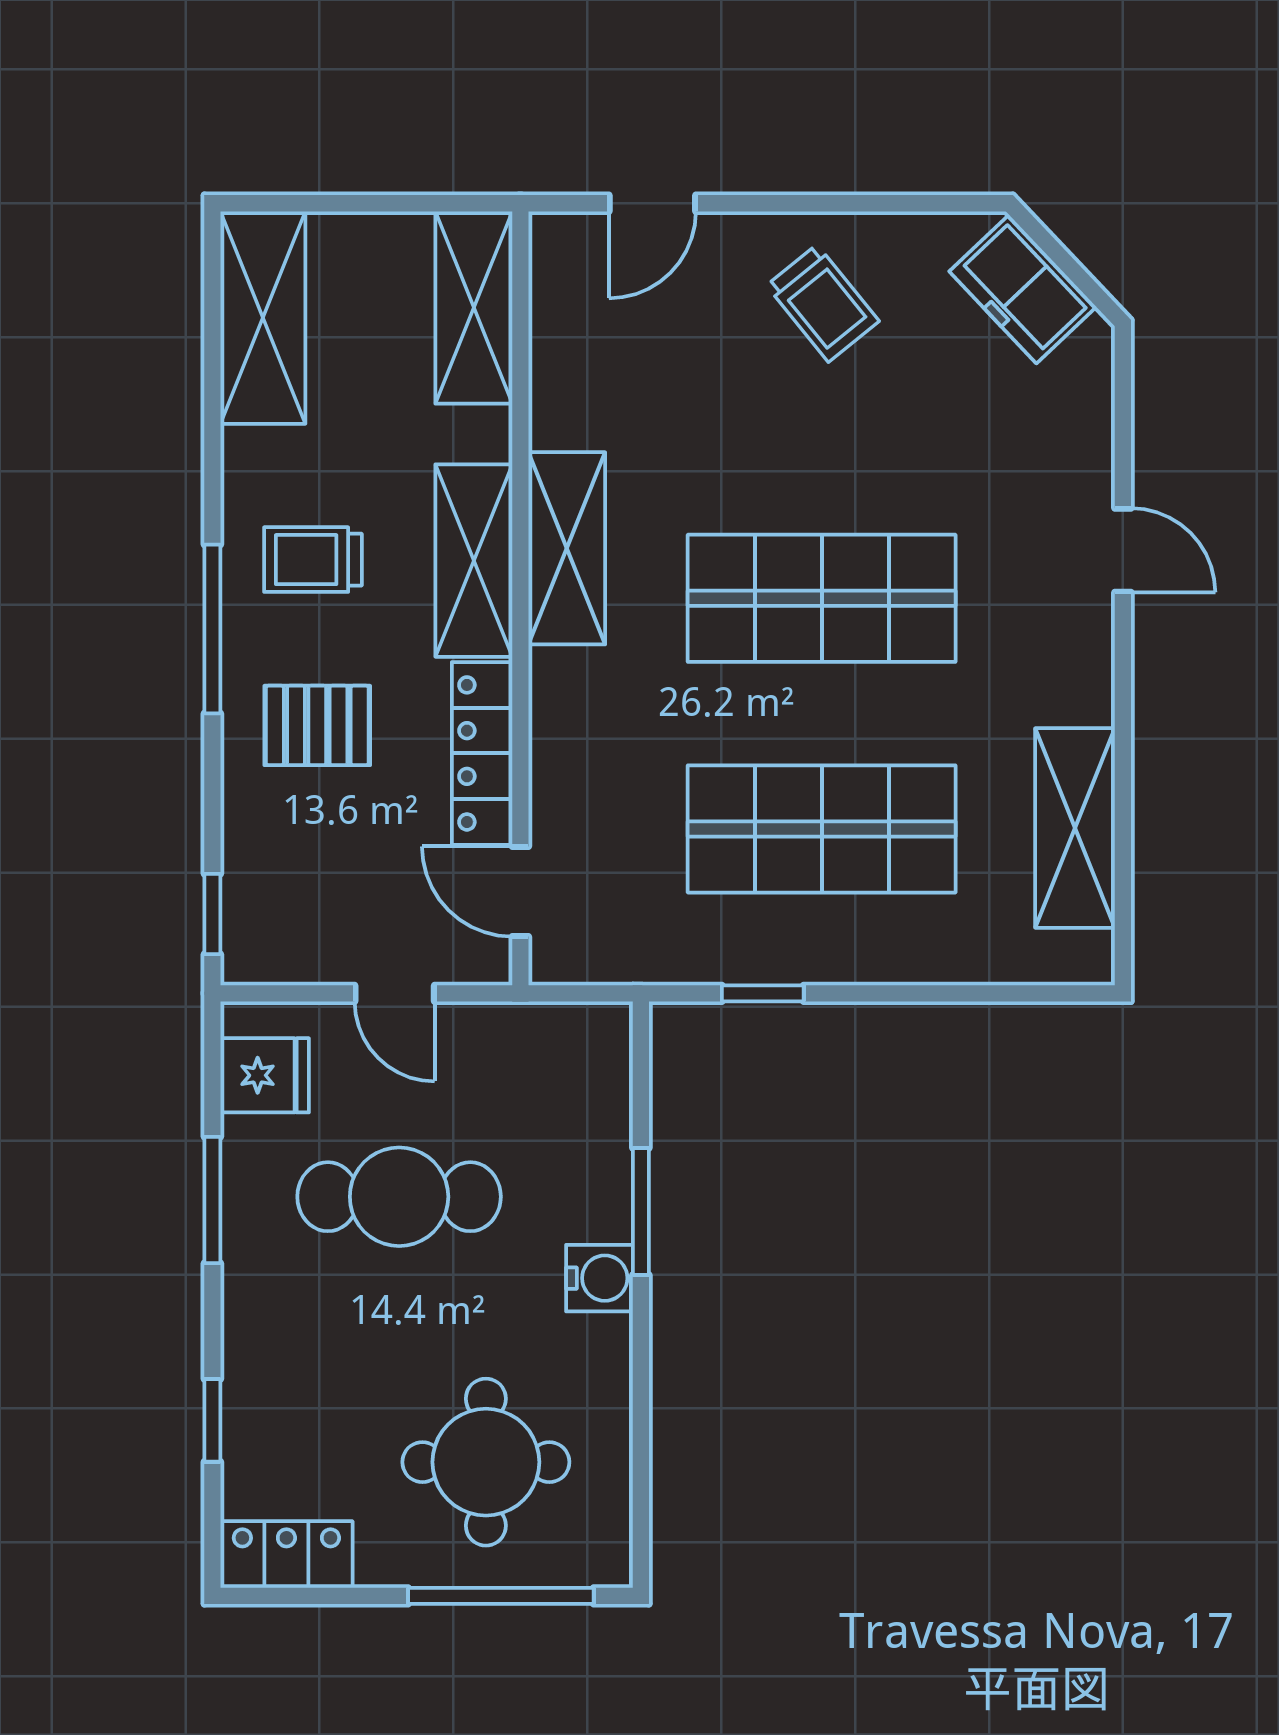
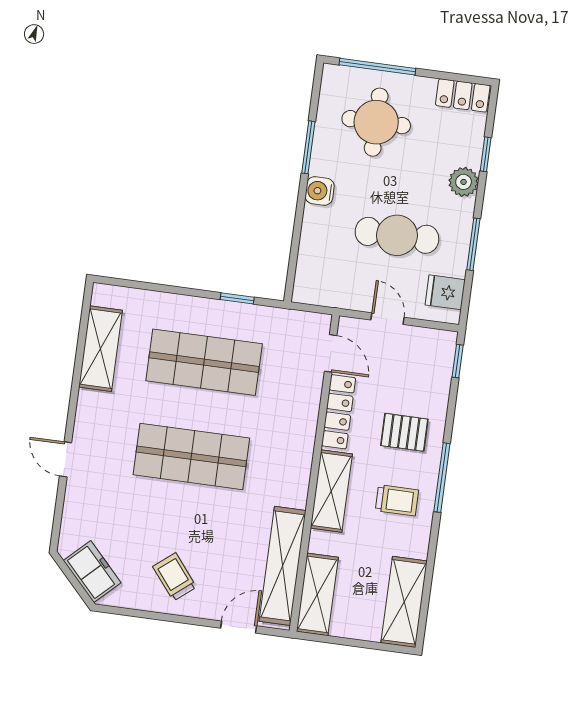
shelving: (567, 548) -> (283, 566), moved, width x1.47
window: (641, 1212) -> (308, 147), moved
plant: (256, 1347) -> (464, 182), added

